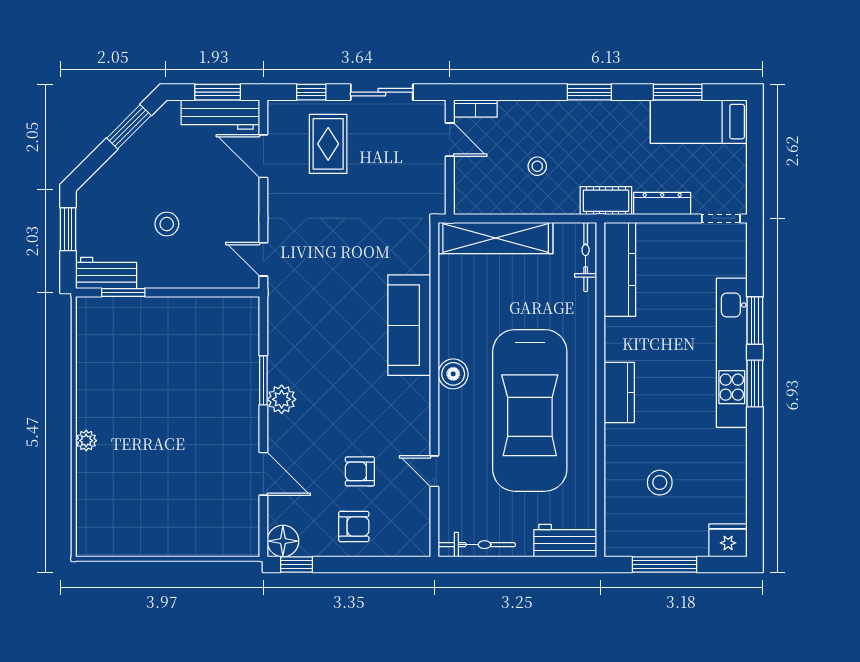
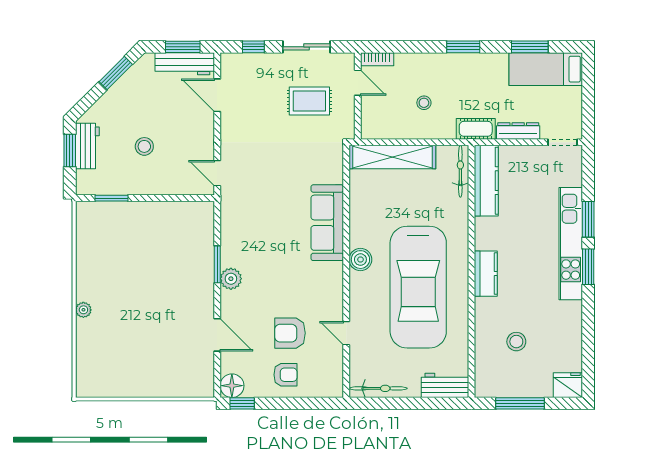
rug: (328, 144) -> (309, 101), moved, turned 90
workbench: (106, 273) -> (87, 146), moved, turned 90
armchair: (360, 471) -> (290, 333), width x1.38, depth x1.38

